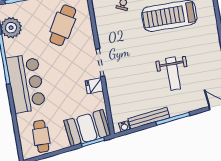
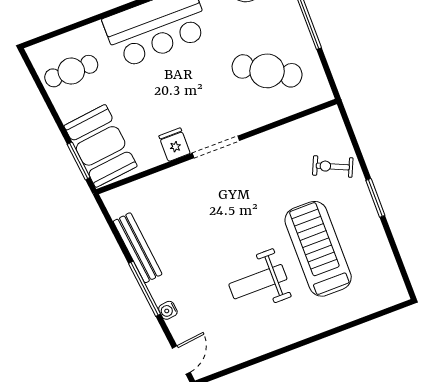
weight bench: (173, 74) -> (258, 282), moved
water cooler: (124, 126) -> (168, 310), moved

